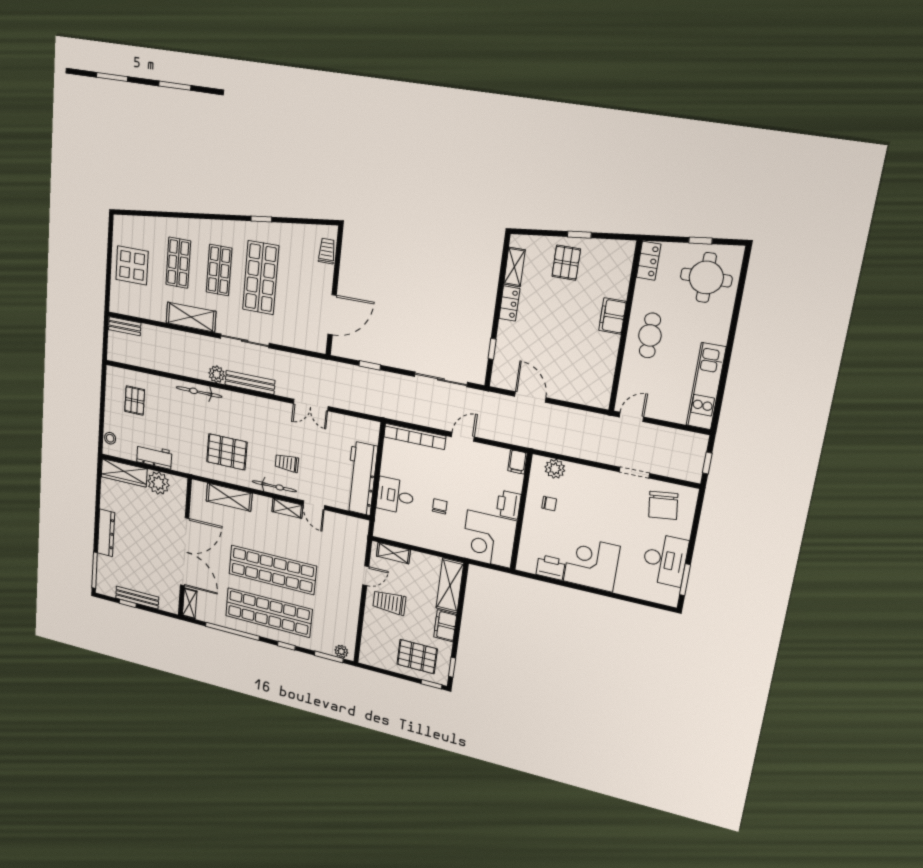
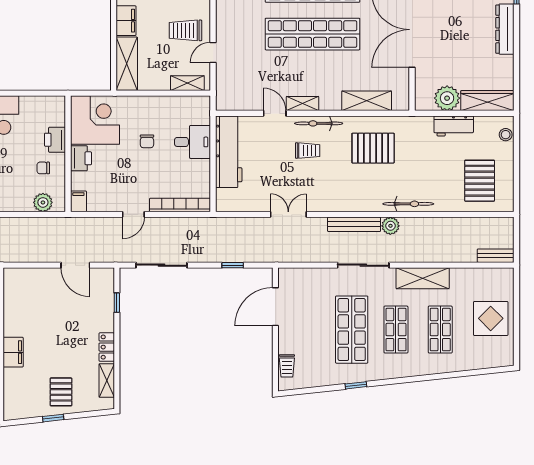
pallet: (135, 401) -> (480, 181), width x1.50, depth x1.42
printer: (551, 567) -> (55, 140), moved, turned 90
trolley: (389, 602) -> (185, 30), turned 180

